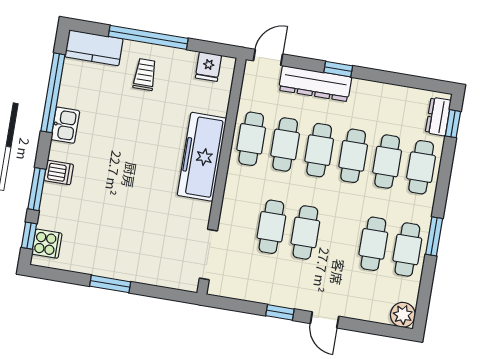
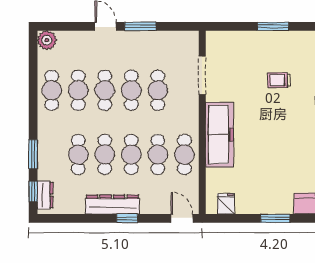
window: (148, 37) -> (275, 218), width x0.47
door: (268, 57) -> (182, 218), swing flipped
trolley: (145, 75) -> (279, 80), moved, turned 90
dresser: (315, 84) -> (112, 204), moved
cafe table: (421, 167) -> (105, 90), moved
window: (434, 236) -> (33, 154), moved
doorway: (208, 254) -> (202, 75), moved
window: (280, 312) -> (140, 26), width x1.50

